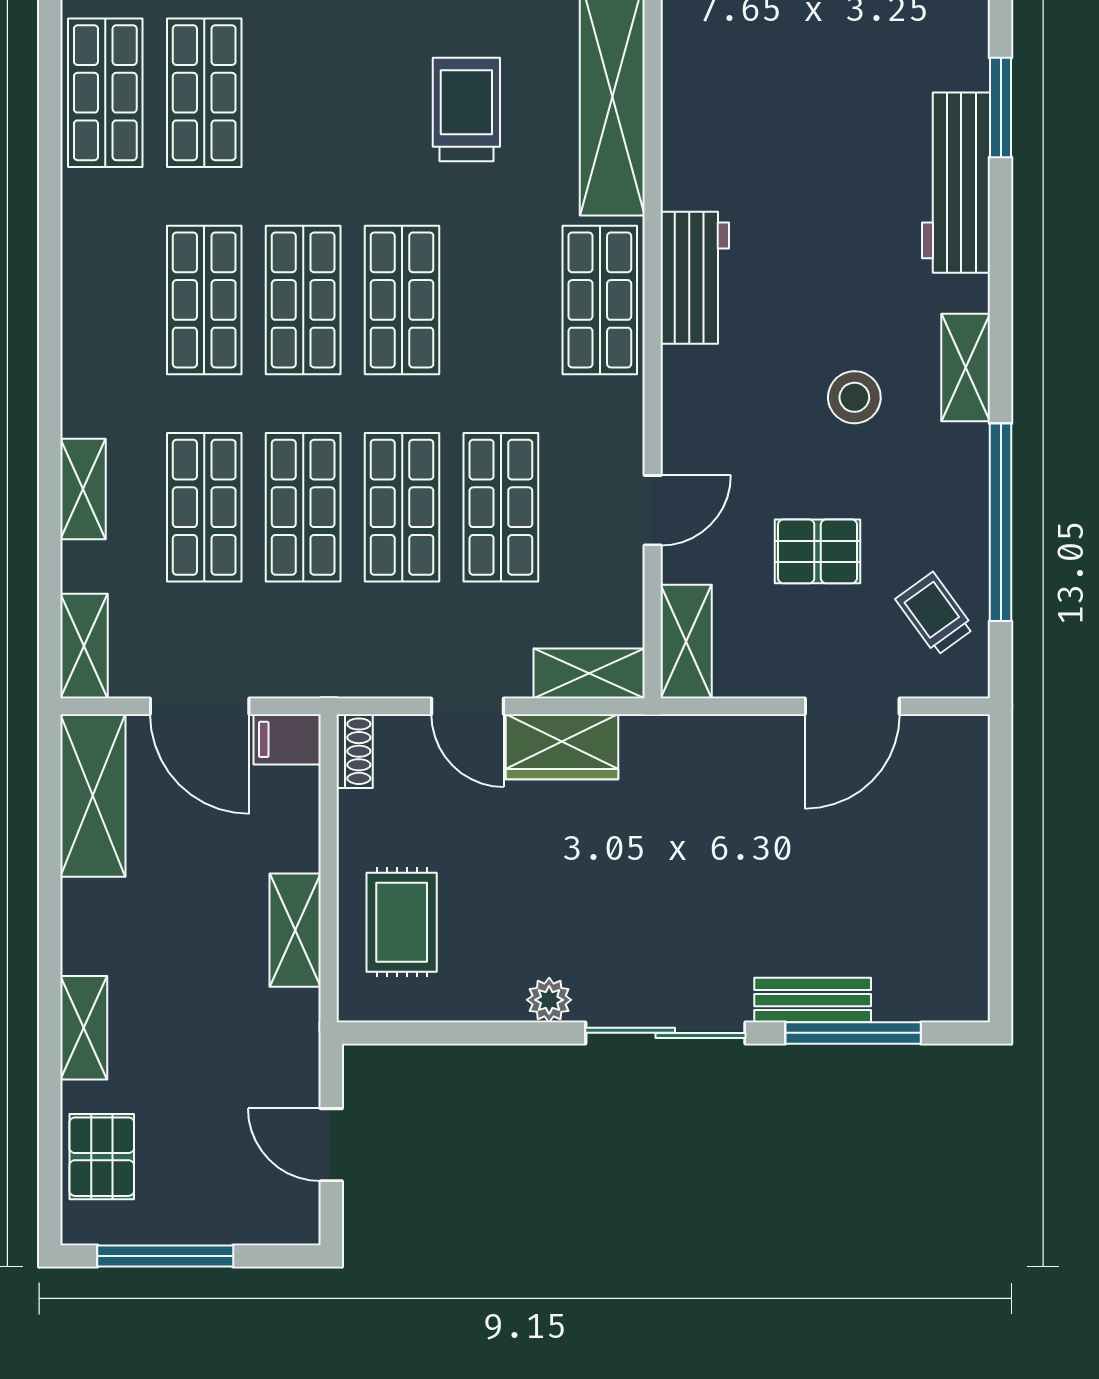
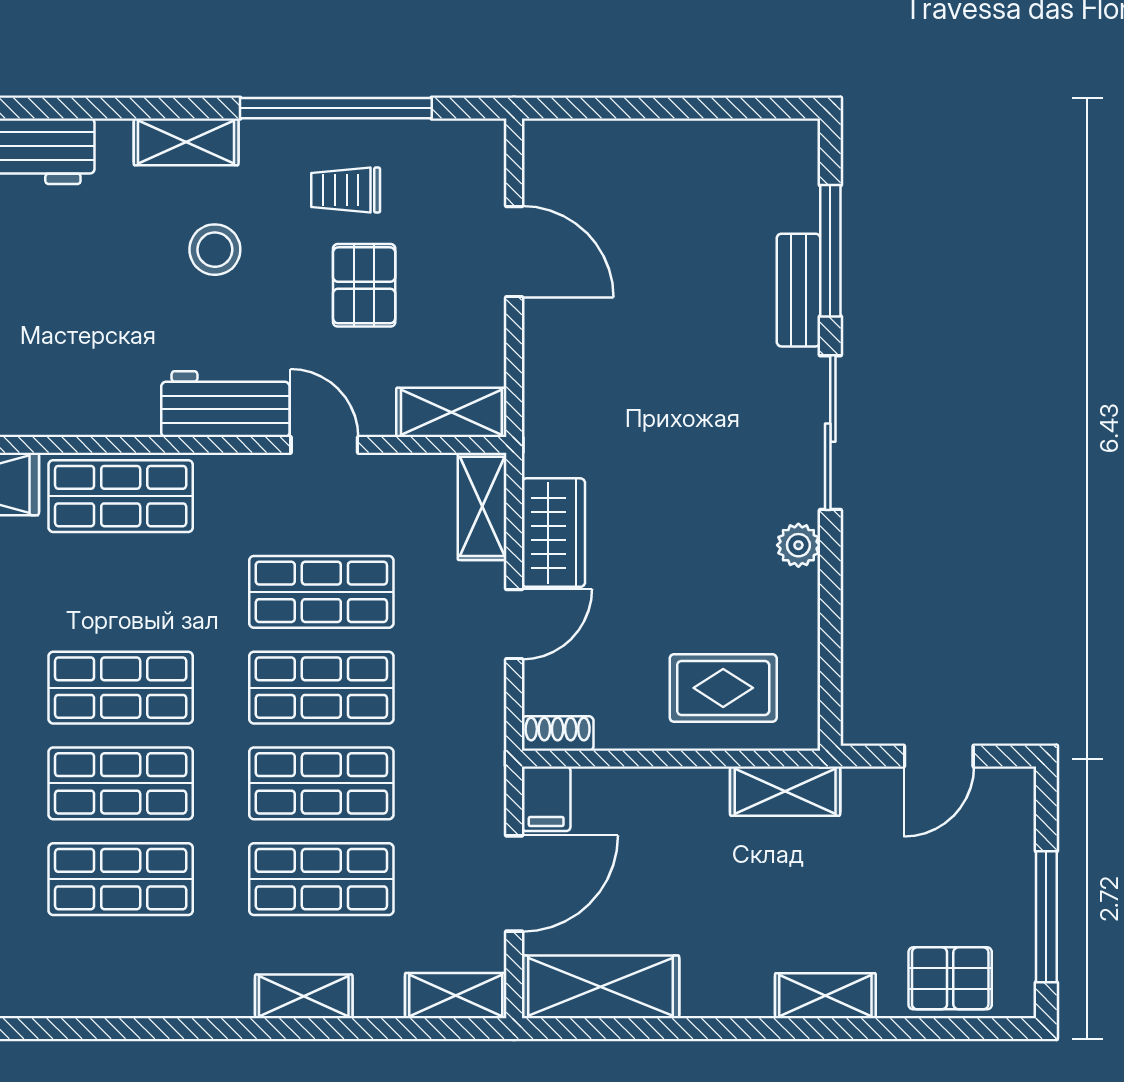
workbench: (695, 278) -> (225, 404), moved
trolley: (935, 614) -> (346, 190), moved, turned 36
shelving: (295, 930) -> (785, 791), moved

